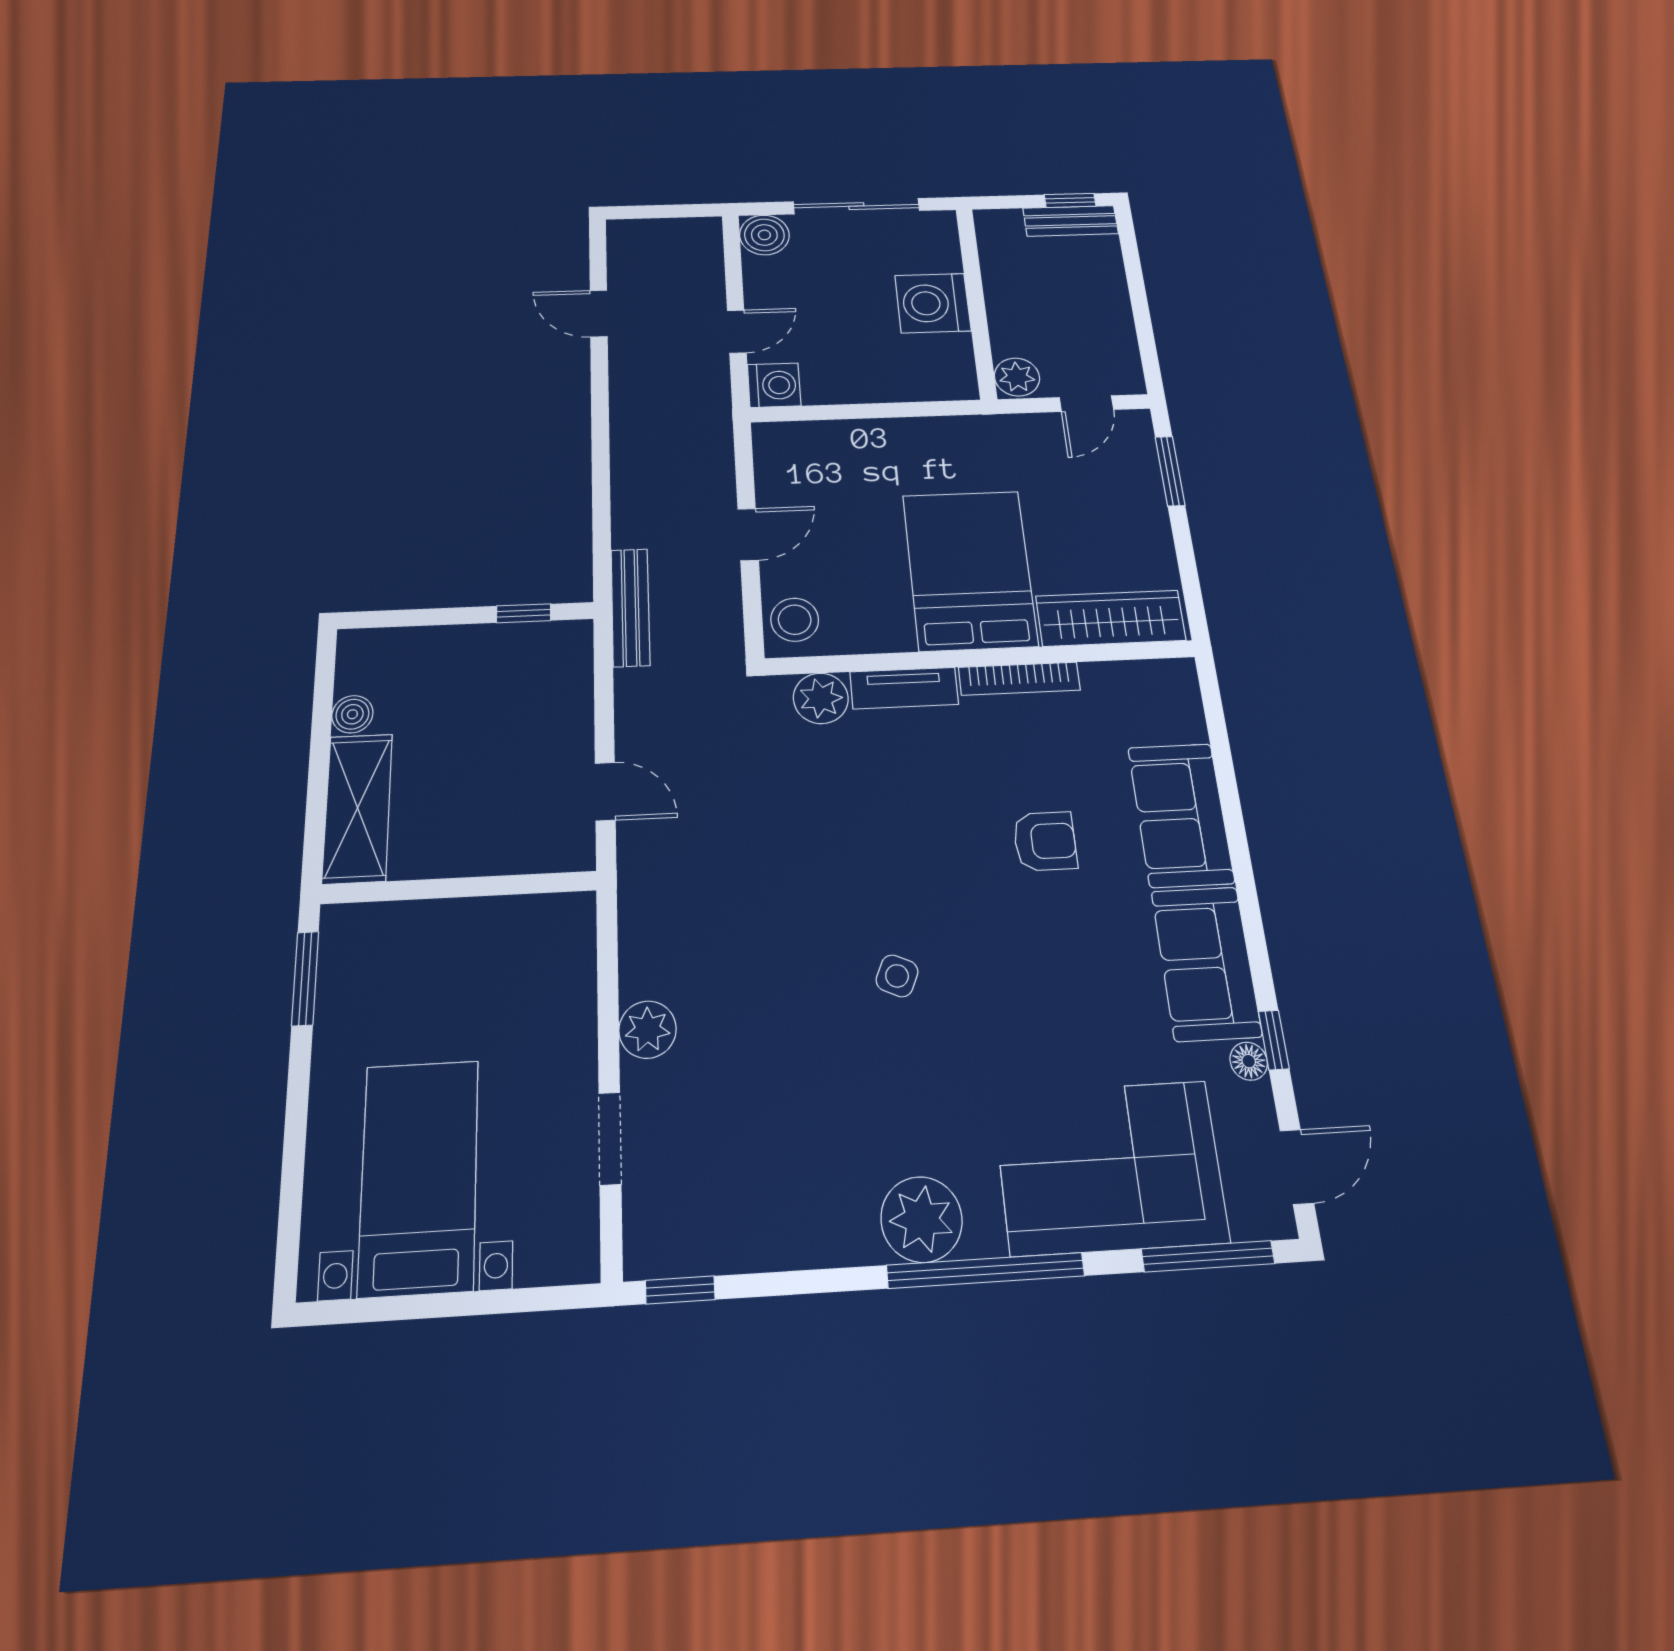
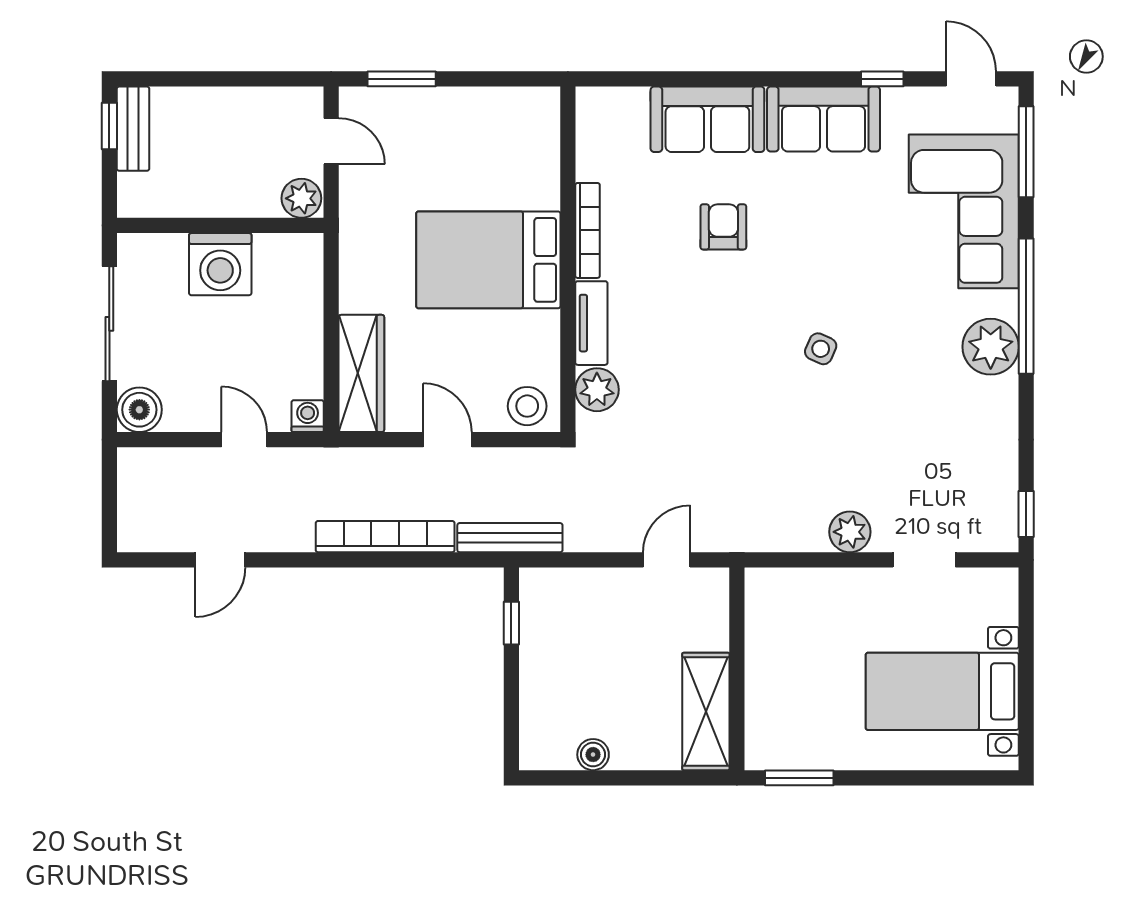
washing machine: (774, 385) -> (308, 416), width x0.73, depth x0.73
bookcase: (629, 474) -> (385, 537), added
wardrobe: (1111, 618) -> (361, 373), moved, turned 180
shelving: (358, 808) -> (706, 711), moved, turned 90
floor lamp: (1249, 1061) -> (896, 100), removed

